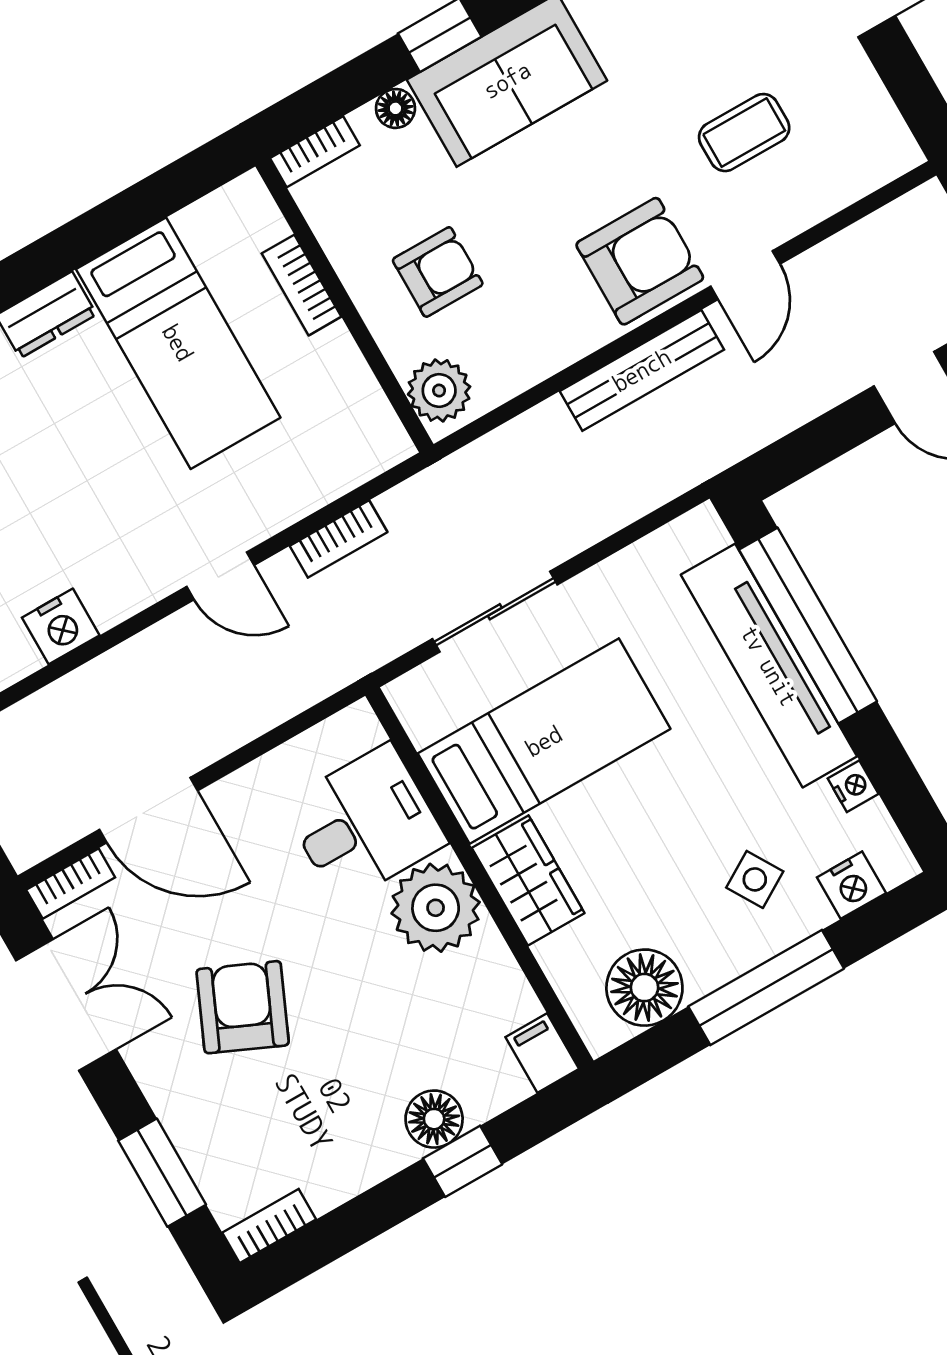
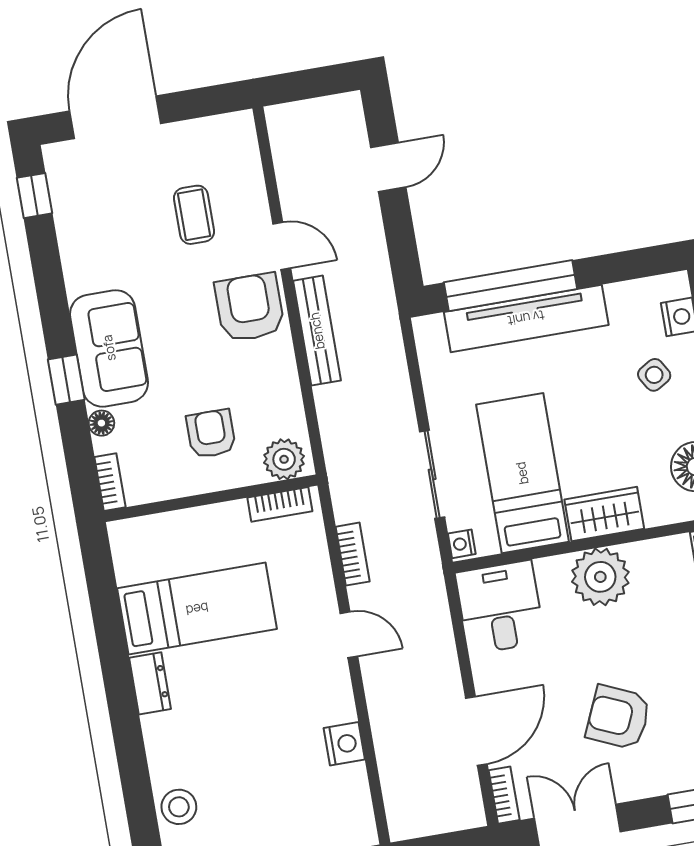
bookcase: (301, 285) -> (280, 504), moved
door: (220, 576) -> (349, 635), hinge flipped
nightstand: (853, 786) -> (462, 544), moved, turned -90
desk: (364, 823) -> (500, 607), moved

